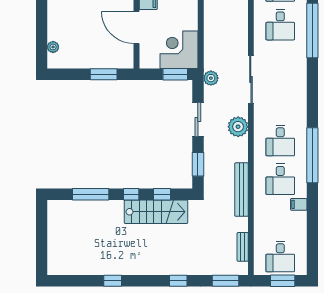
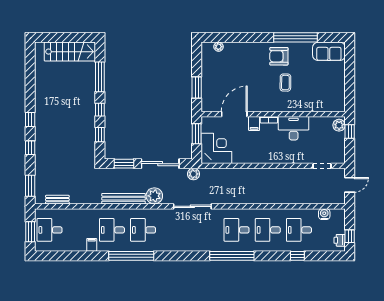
window: (175, 74) -> (197, 134), moved
sliding door: (198, 119) -> (160, 164), width x1.37
bench: (241, 190) -> (124, 199), moved
stairs: (156, 212) -> (70, 52), moved, turned -90
window: (113, 281) -> (30, 119), moved

